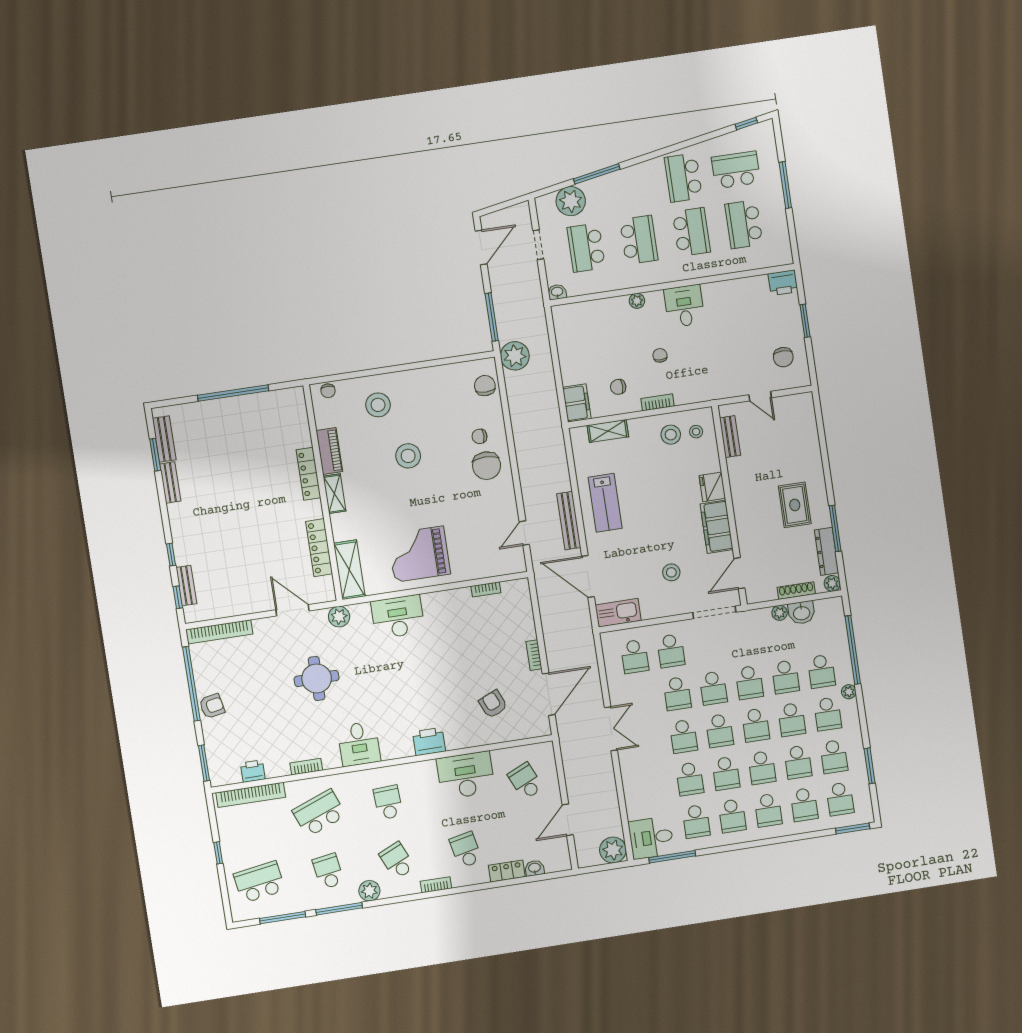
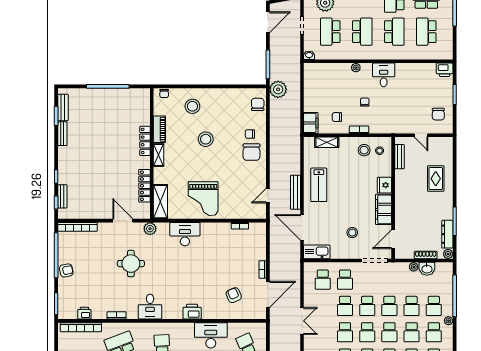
rug: (795, 505) -> (436, 179), moved
grand piano: (419, 554) -> (203, 199), turned -90

